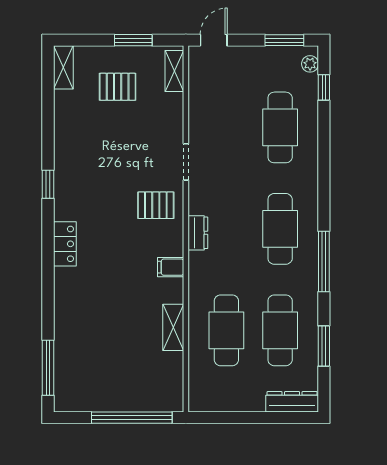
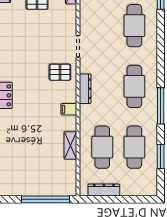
dresser: (198, 233) -> (85, 89), width x1.44
dresser: (292, 402) -> (104, 190), moved

